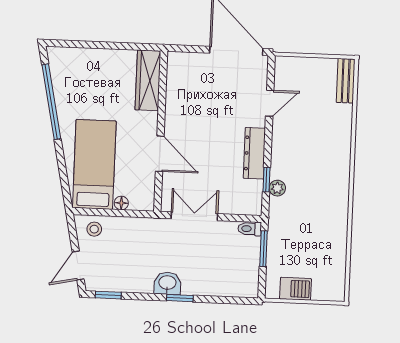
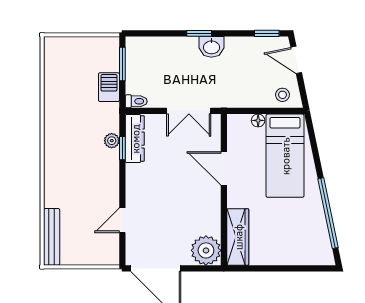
plant: (182, 68) -> (206, 250), added
bench: (346, 81) -> (52, 237), width x1.36
dresser: (254, 153) -> (135, 139), moved
window: (264, 249) -> (122, 64), moved
door: (78, 266) -> (296, 60), swing flipped
barbecue: (296, 289) -> (109, 87), moved, turned 90

